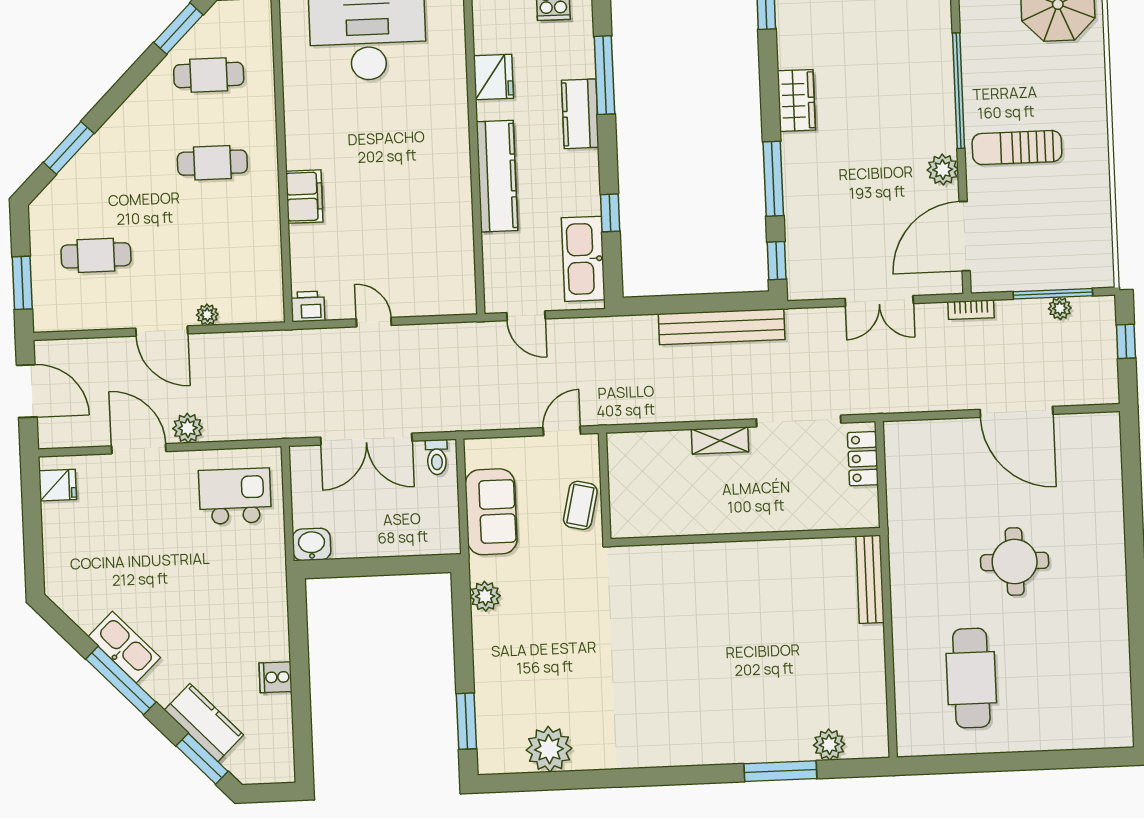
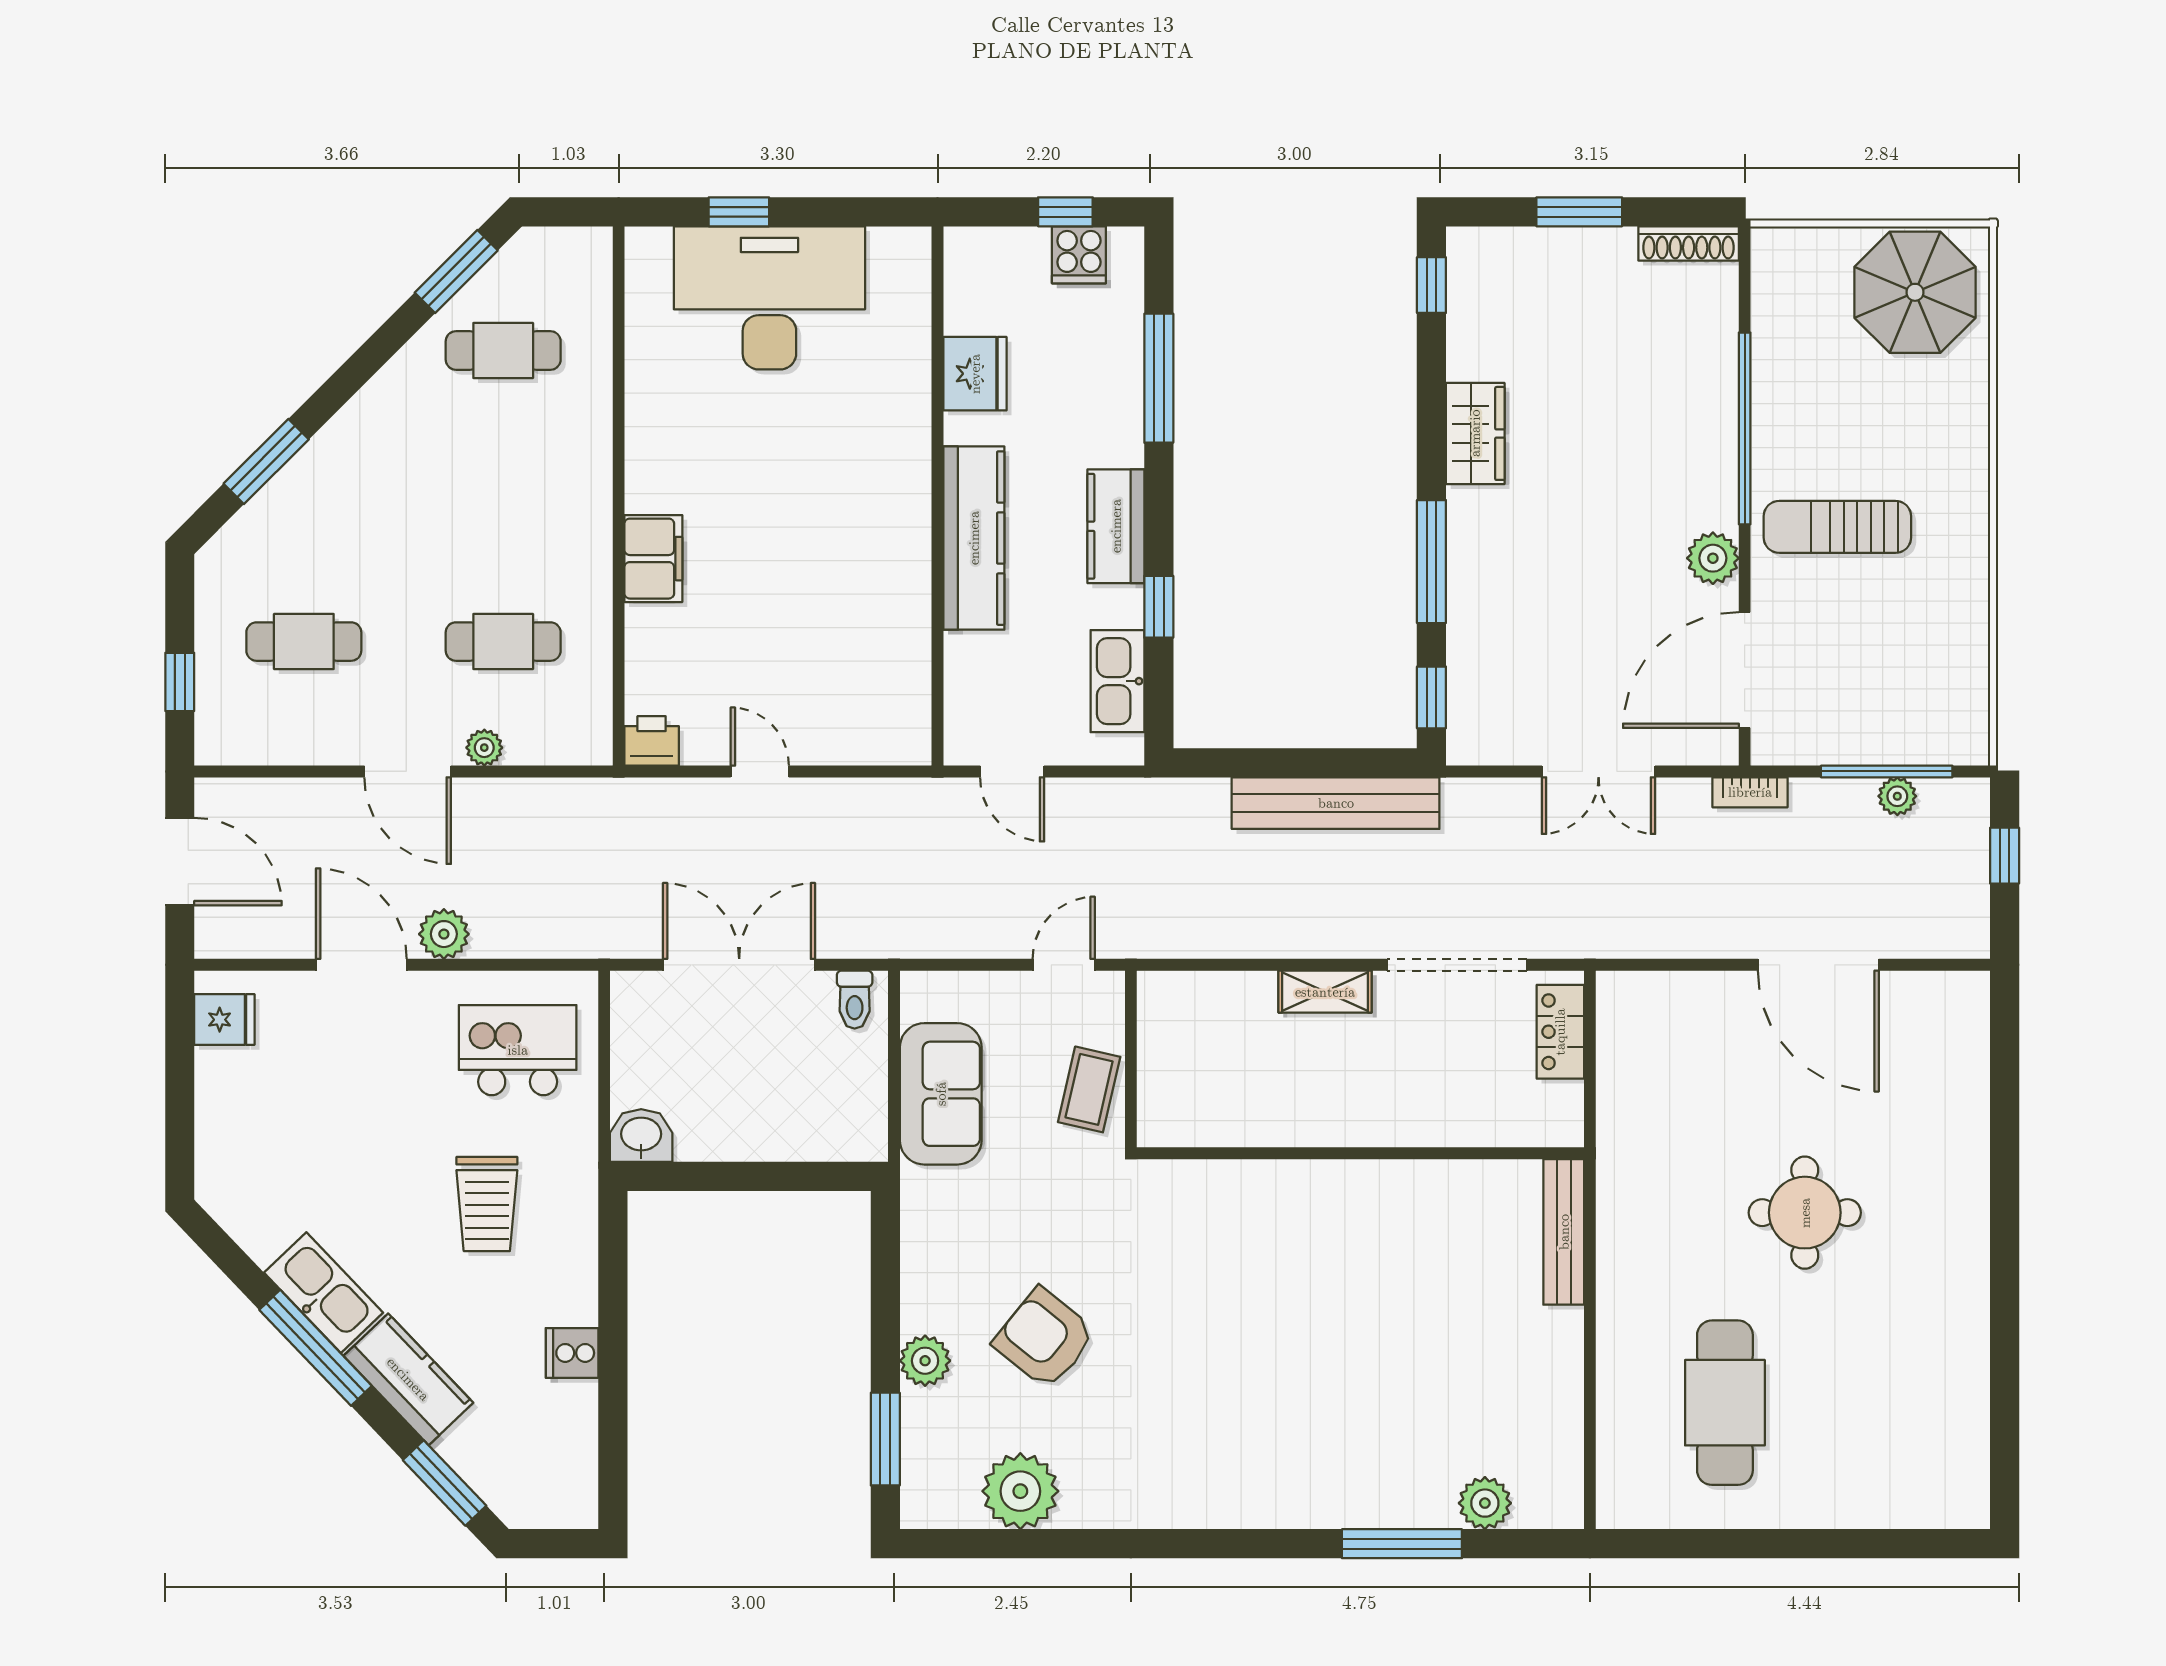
kitchen counter: (580, 114) -> (1116, 526), moved
cafe table: (212, 163) -> (503, 642), moved
kitchen sink: (583, 259) -> (1117, 681), width x0.73, depth x0.81
window: (22, 283) -> (180, 682), width x0.67
double door: (366, 439) -> (739, 965), swing flipped
trolley: (220, 590) -> (487, 1204), added
plant: (485, 596) -> (925, 1361), moved
armchair: (560, 656) -> (1044, 1338), added
kitchen counter: (204, 723) -> (408, 1379), moved

